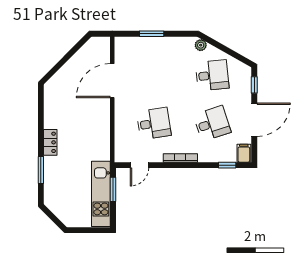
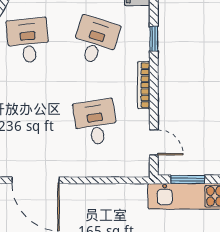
desk: (212, 124) -> (96, 41), turned 36
window: (227, 165) -> (154, 39), moved

